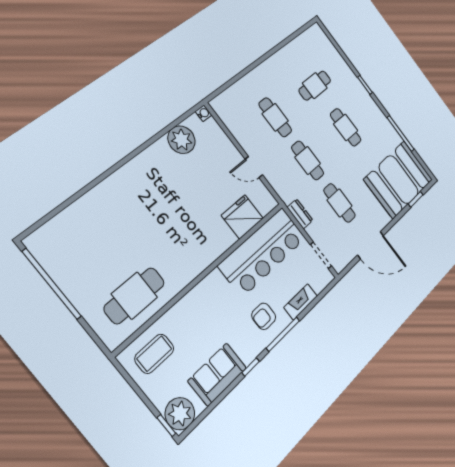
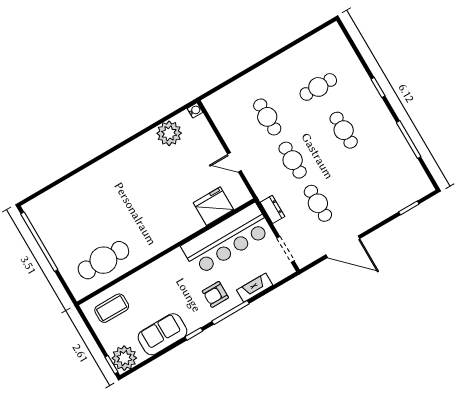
booth: (399, 180) -> (393, 186), removed

